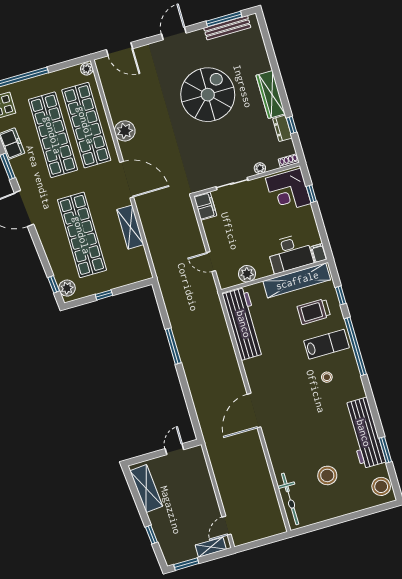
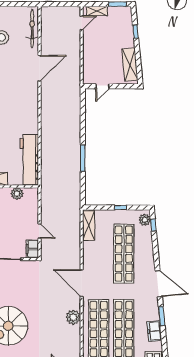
shelving: (130, 227) -> (89, 225), moved
door: (211, 262) -> (39, 231), moved
door: (254, 411) -> (39, 68), moved

